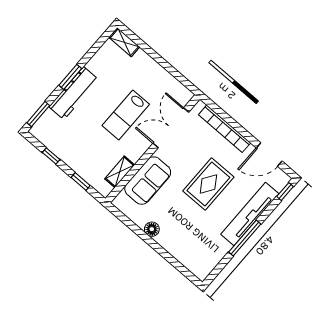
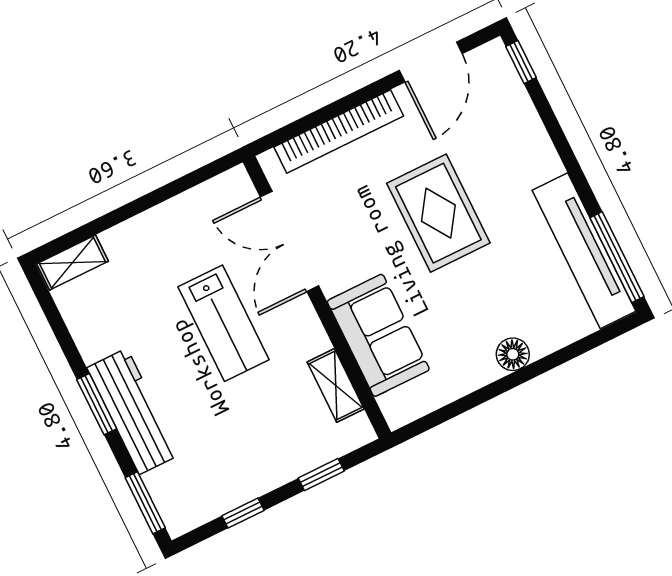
tv unit: (250, 214) -> (584, 251), moved
floor lamp: (152, 229) -> (513, 354), moved
window: (245, 238) -> (617, 257), moved

